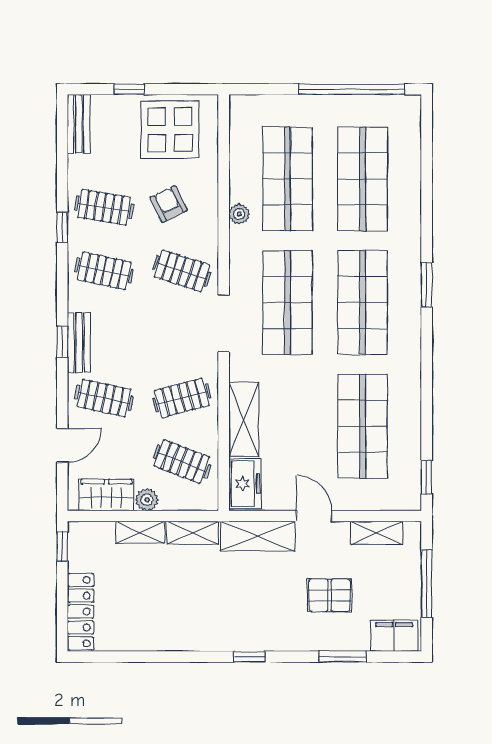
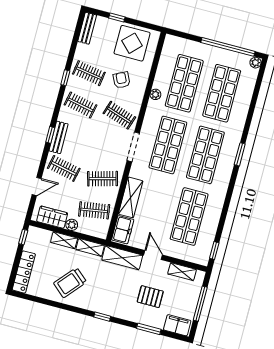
plant: (411, 105) -> (256, 63), added
clothes rail: (182, 462) -> (94, 210), turned -30
trolley: (172, 609) -> (70, 283), added

